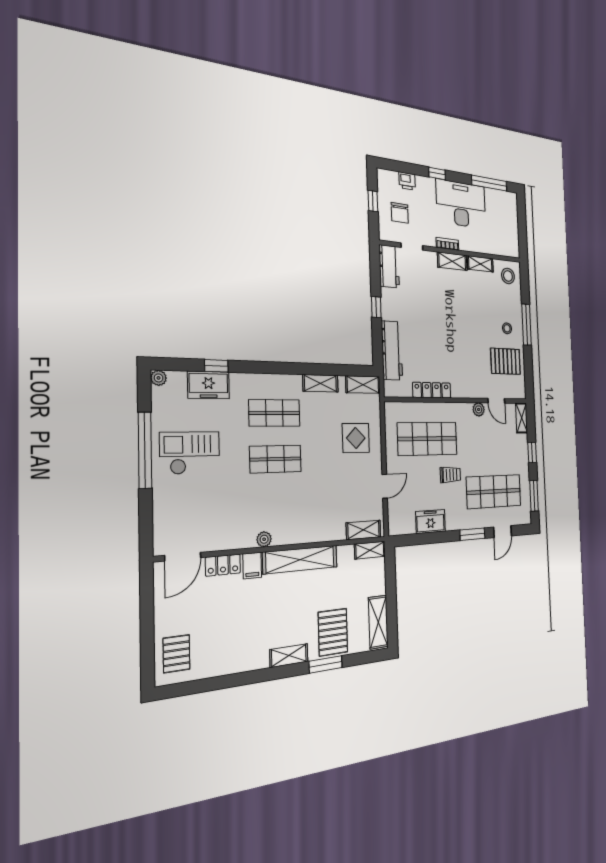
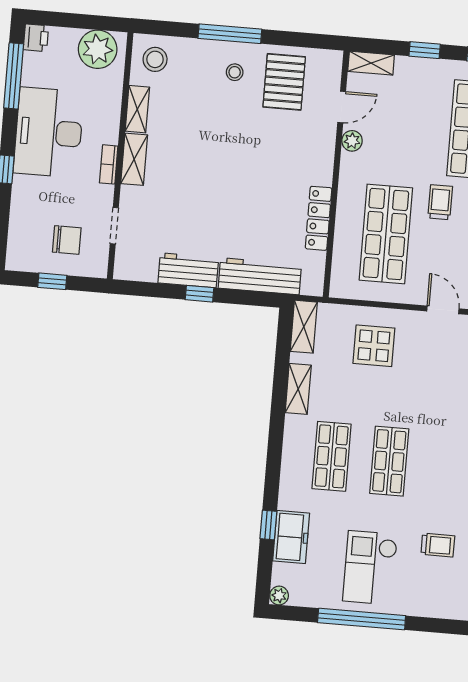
printer: (407, 181) -> (36, 38), moved
plant: (509, 239) -> (98, 49), added
workbench: (389, 266) -> (188, 270), moved
trolley: (214, 507) -> (438, 545), added

